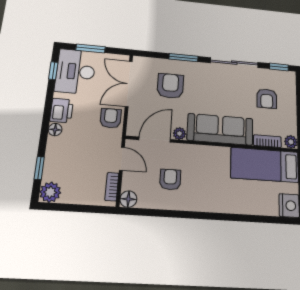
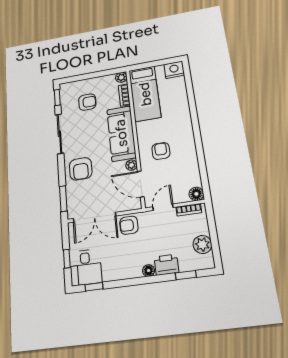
window: (91, 48) -> (67, 259), width x0.67
window: (183, 58) -> (63, 199), moved
desk: (76, 71) -> (85, 267), width x0.73
armchair: (170, 86) -> (81, 169), moved, turned -90
printer: (62, 111) -> (166, 265), moved
armchair: (170, 180) -> (161, 151), moved, turned 90
plant: (50, 192) -> (202, 244), moved

